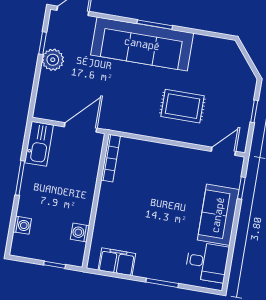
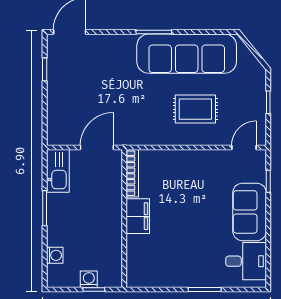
sofa: (142, 44) -> (187, 54), moved
plant: (53, 60) -> (58, 84), removed
washing machine: (80, 232) -> (89, 279), moved, turned 90
filing cabinet: (117, 262) -> (138, 216), moved, turned 90

